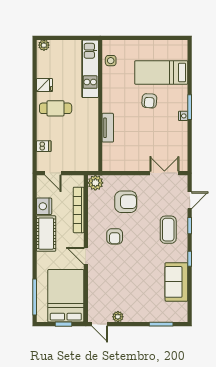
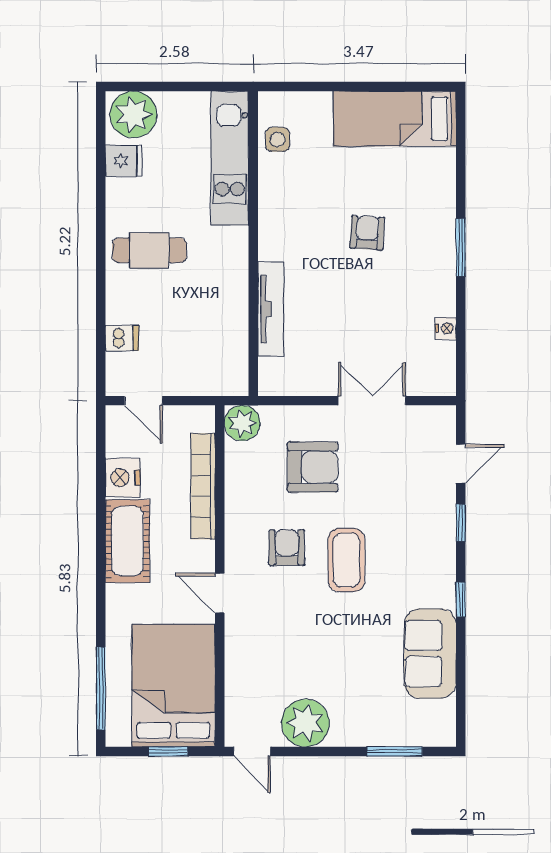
plant: (44, 45) -> (133, 115), width x1.88, depth x1.88
bed: (161, 72) -> (395, 119), moved
fridge: (45, 85) -> (124, 161), moved
armchair: (149, 101) -> (367, 233), turned 180
nightstand: (183, 116) -> (446, 328), moved
tv unit: (108, 128) -> (271, 309), width x1.41
double door: (164, 173) -> (372, 401), moved
coffee table: (168, 230) -> (346, 560), moved
armchair: (115, 236) -> (287, 548), turned 180
plant: (118, 317) -> (305, 723), width x1.87, depth x1.87

